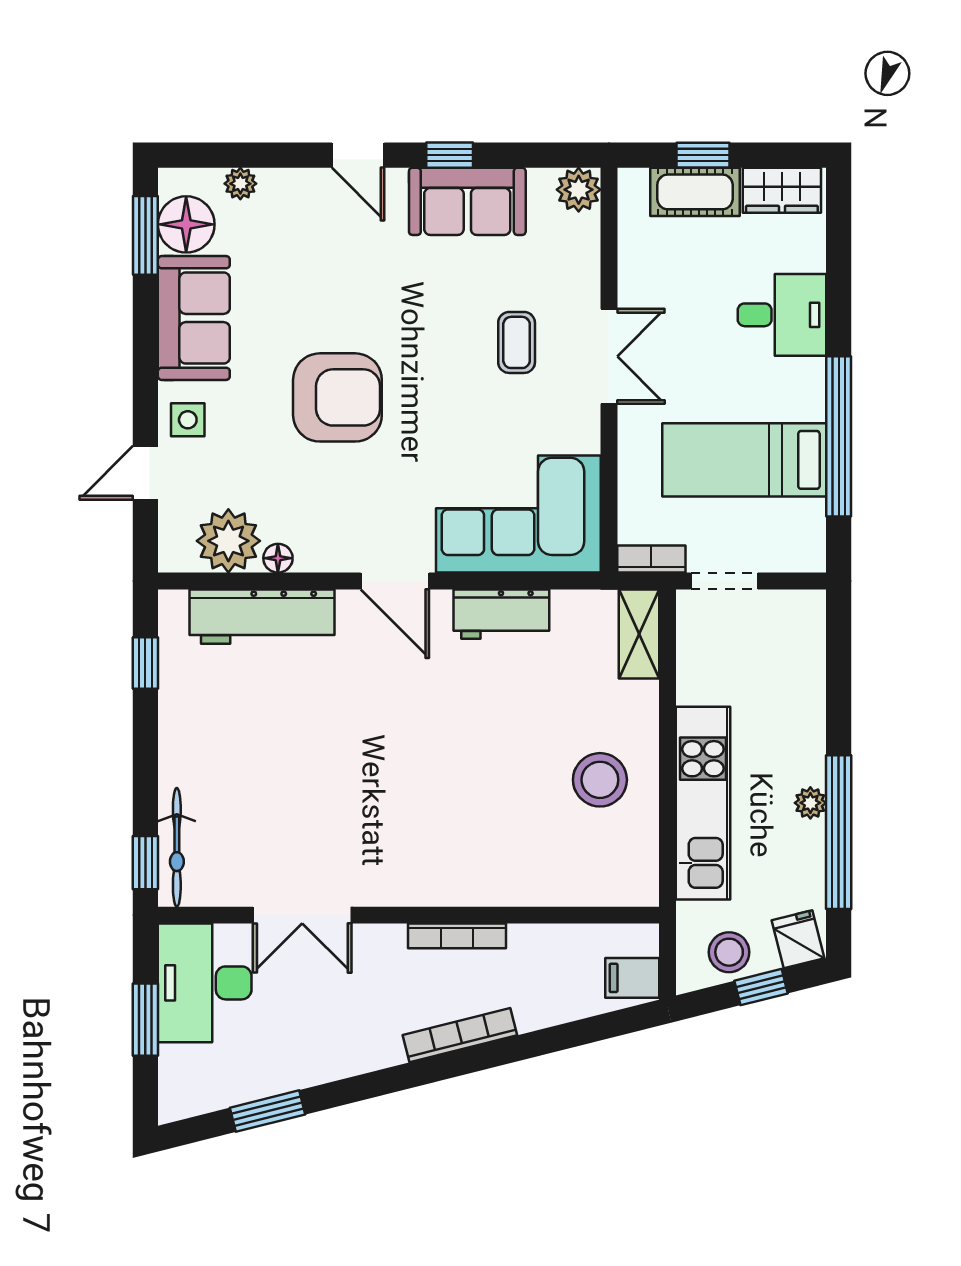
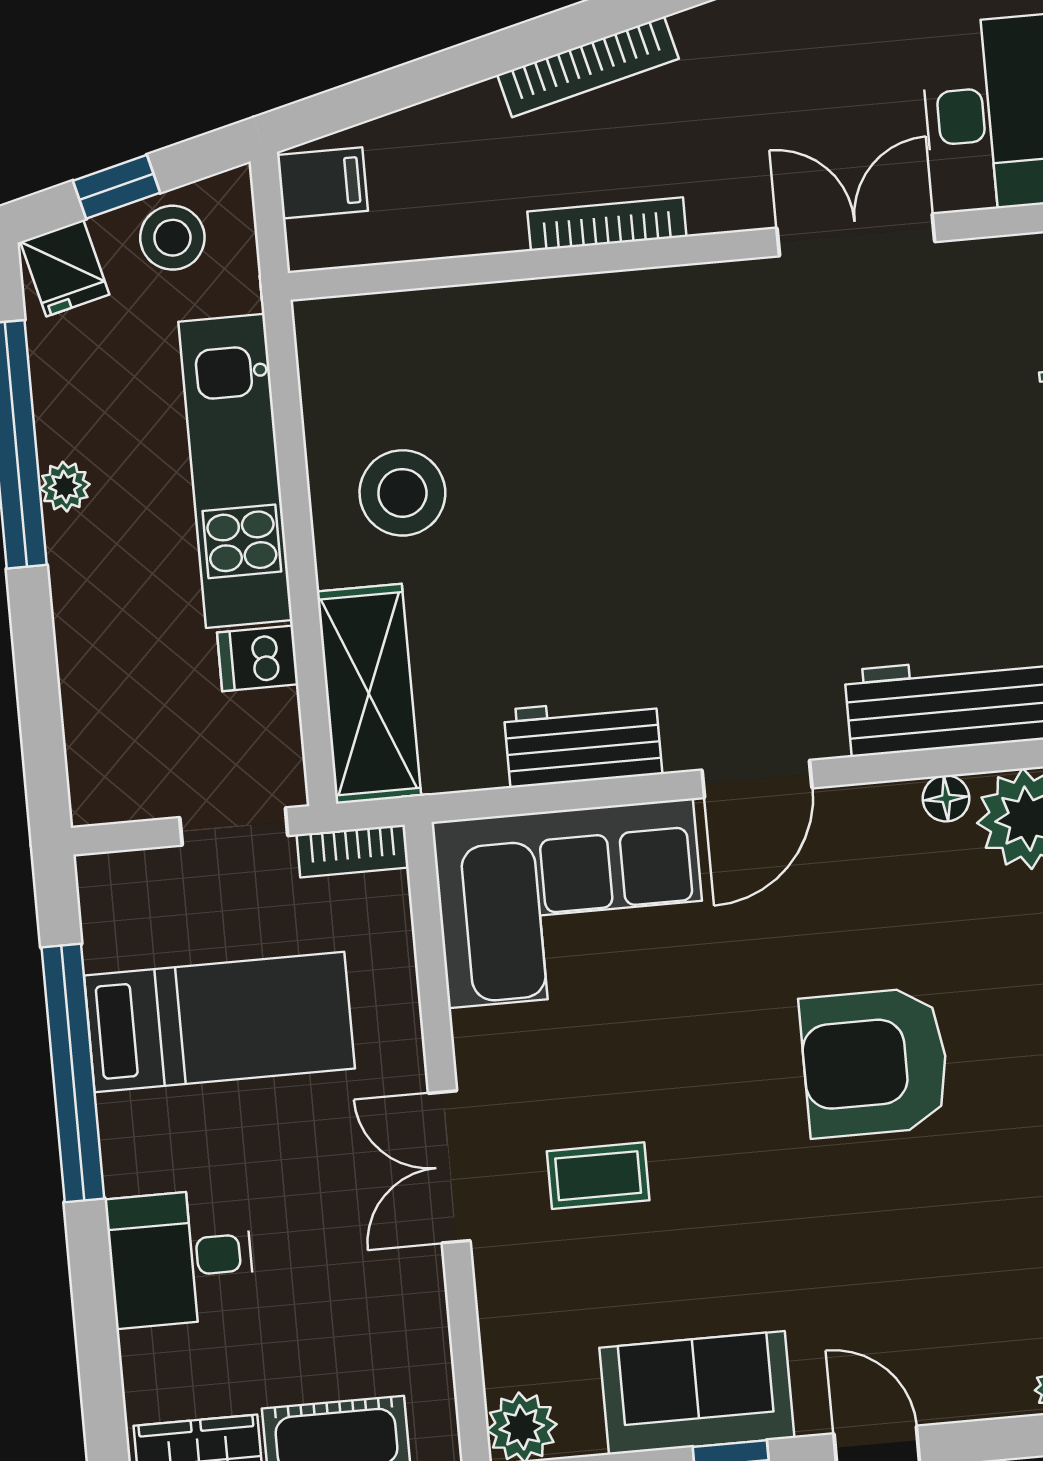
coffee table: (517, 342) -> (598, 1176), turned 90
door: (395, 581) -> (757, 779), swing flipped
shelving: (639, 634) -> (369, 694), width x1.50, depth x1.33
dishwasher: (700, 685) -> (258, 658), added

